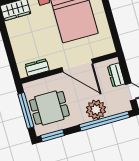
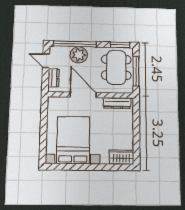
dresser: (37, 68) -> (117, 103), width x1.44
dining table: (49, 108) -> (116, 67), width x1.38

